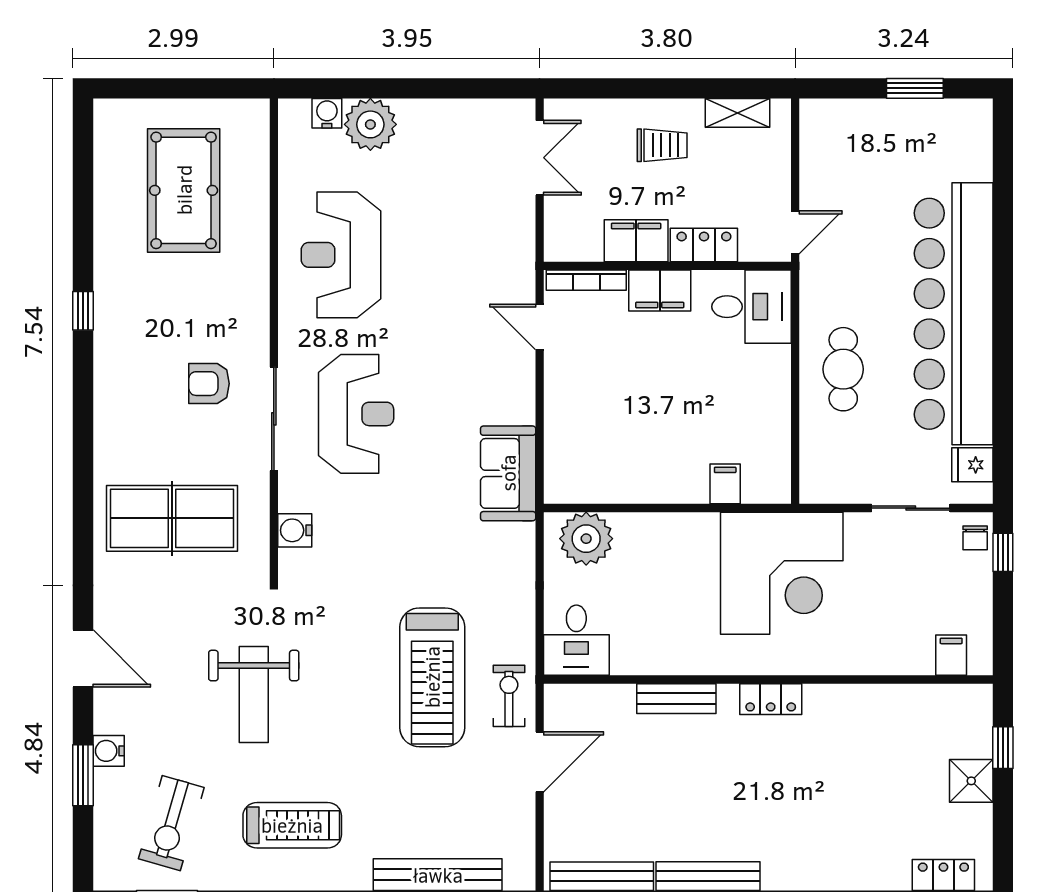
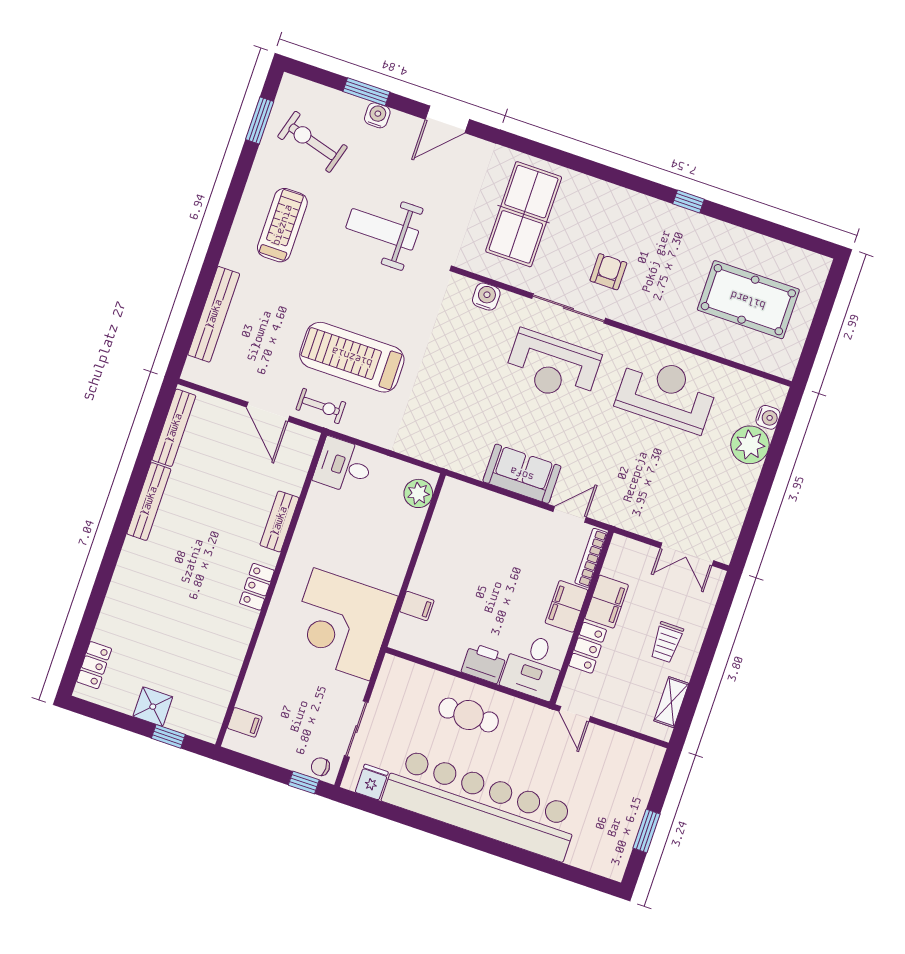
printer: (769, 372) -> (484, 663), added
sofa: (508, 473) -> (522, 474), moved
plant: (586, 539) -> (418, 493), width x0.73, depth x0.73
treadmill: (292, 825) -> (282, 225), turned 180

